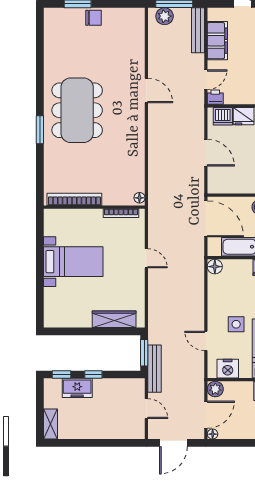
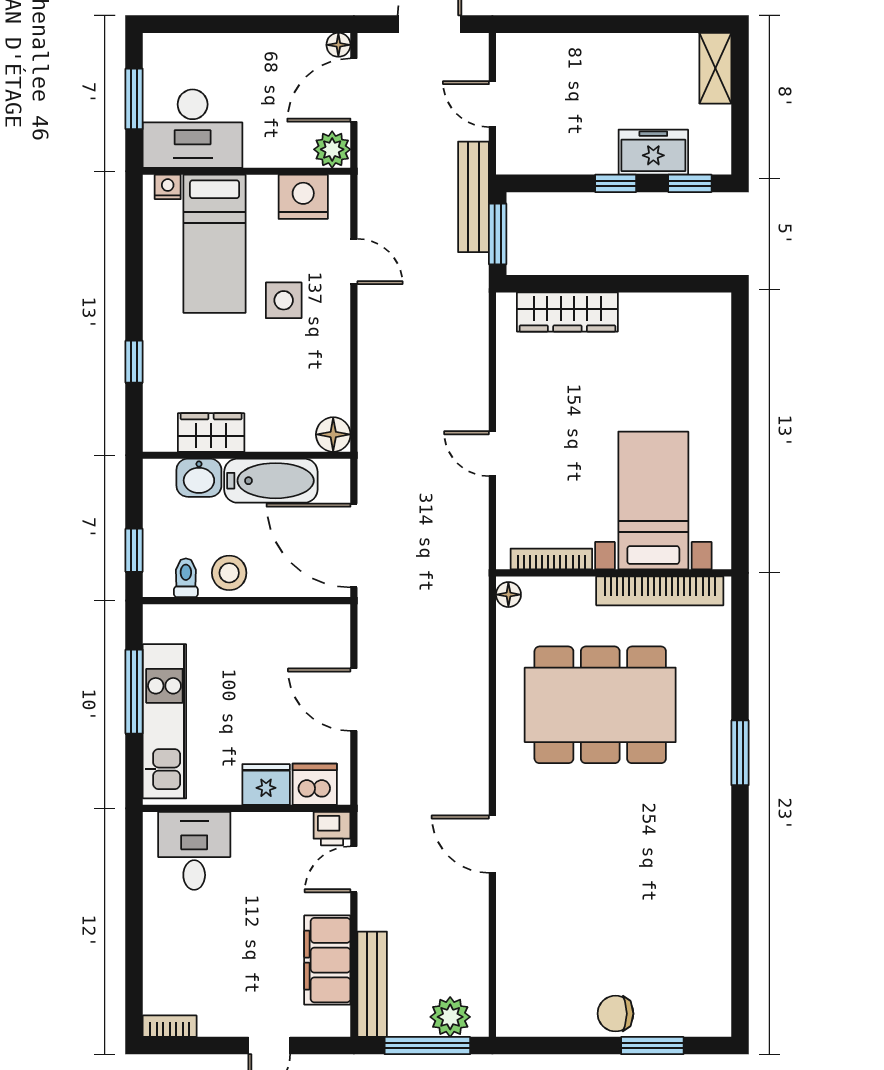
dining table: (77, 110) -> (600, 705), moved, turned 90
bed with nightstands: (73, 262) -> (653, 501), moved, turned 90

